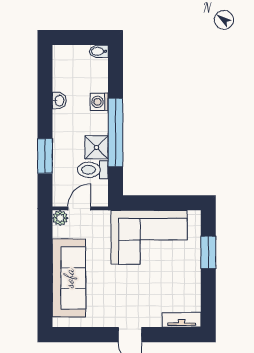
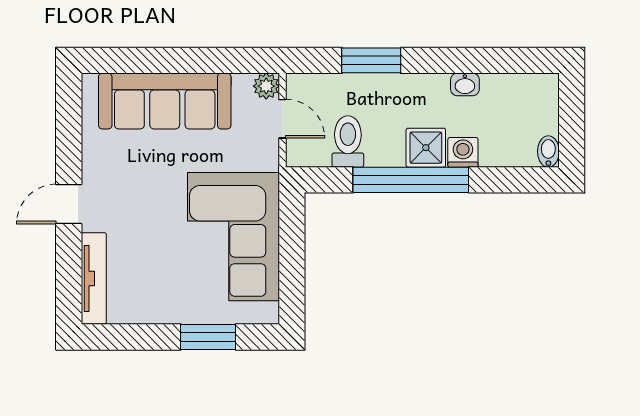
shower: (96, 147) -> (426, 148), moved
tv unit: (182, 320) -> (94, 278), width x1.41

